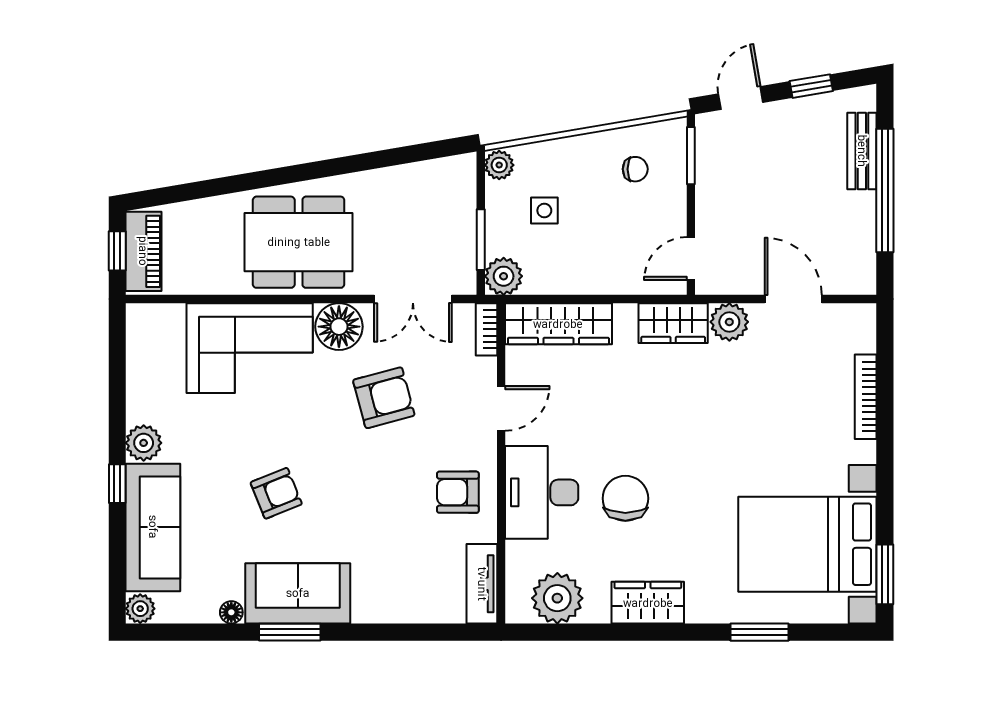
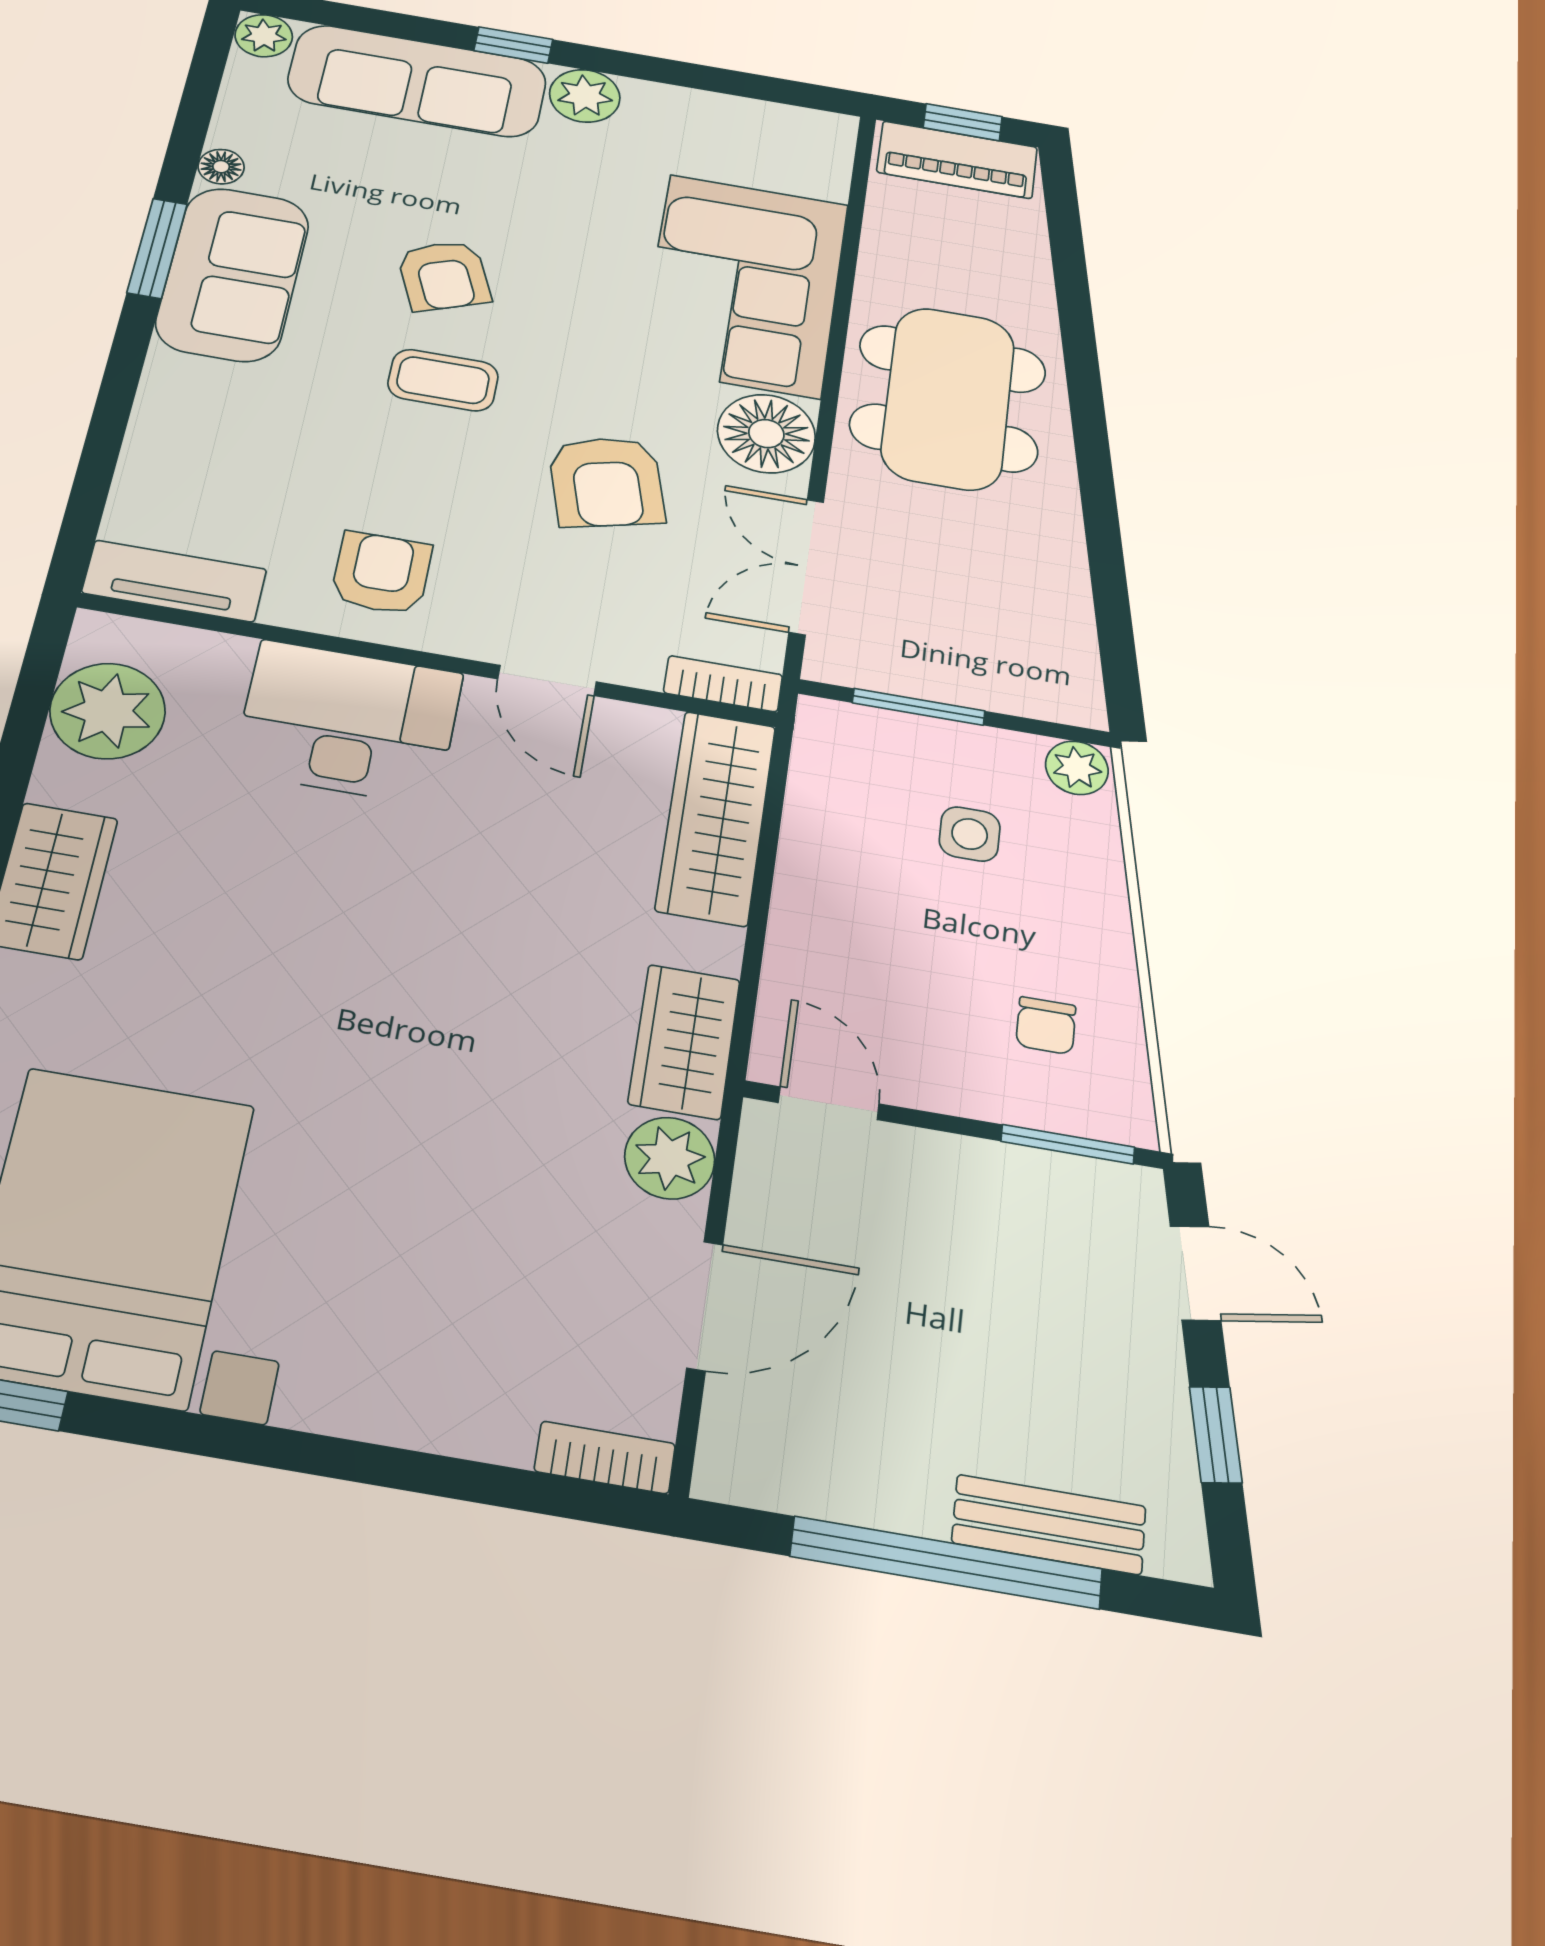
plant: (504, 276) -> (834, 734), removed
bookcase: (866, 397) -> (605, 1457), moved, width x0.64
coffee table: (340, 483) -> (443, 380), added
chair: (625, 498) -> (301, 878), removed

